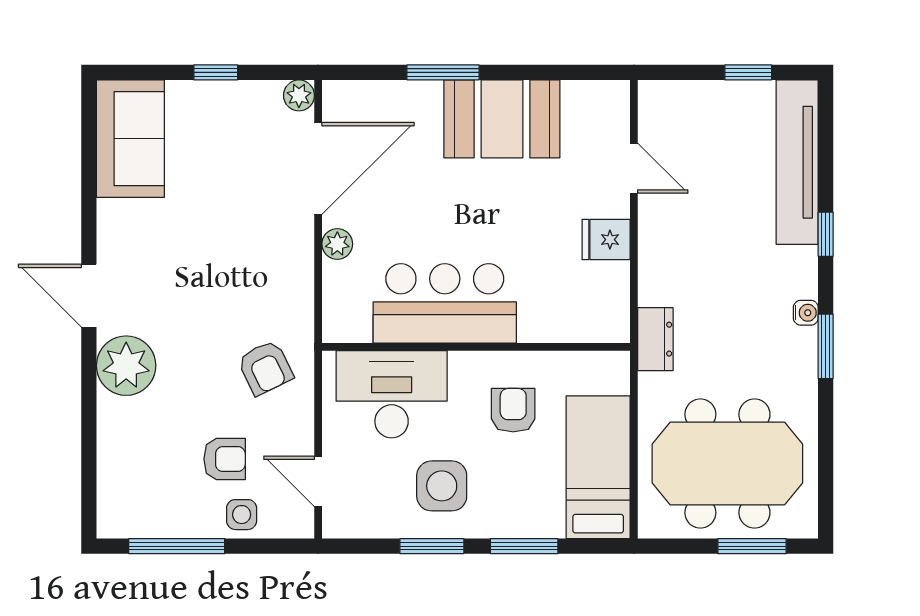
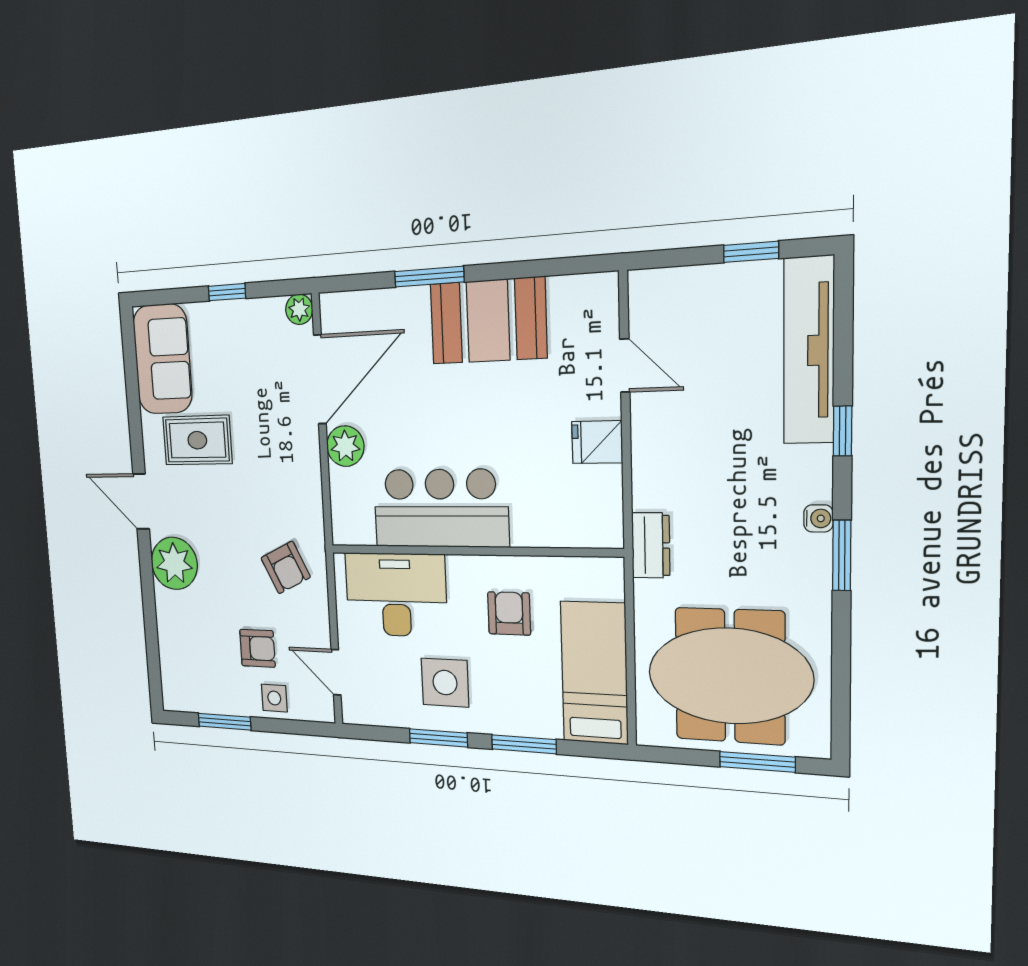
rug: (167, 228) -> (197, 440), added
plant: (337, 244) -> (345, 446), width x1.38, depth x1.38
window: (177, 546) -> (225, 722), width x0.69

